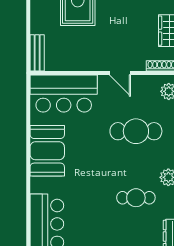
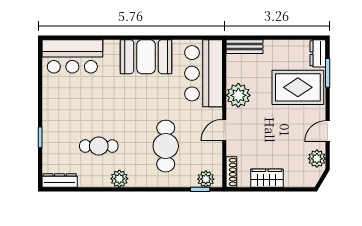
plant: (86, 59) -> (238, 95), added
cafe table: (136, 198) -> (99, 146), turned 90

